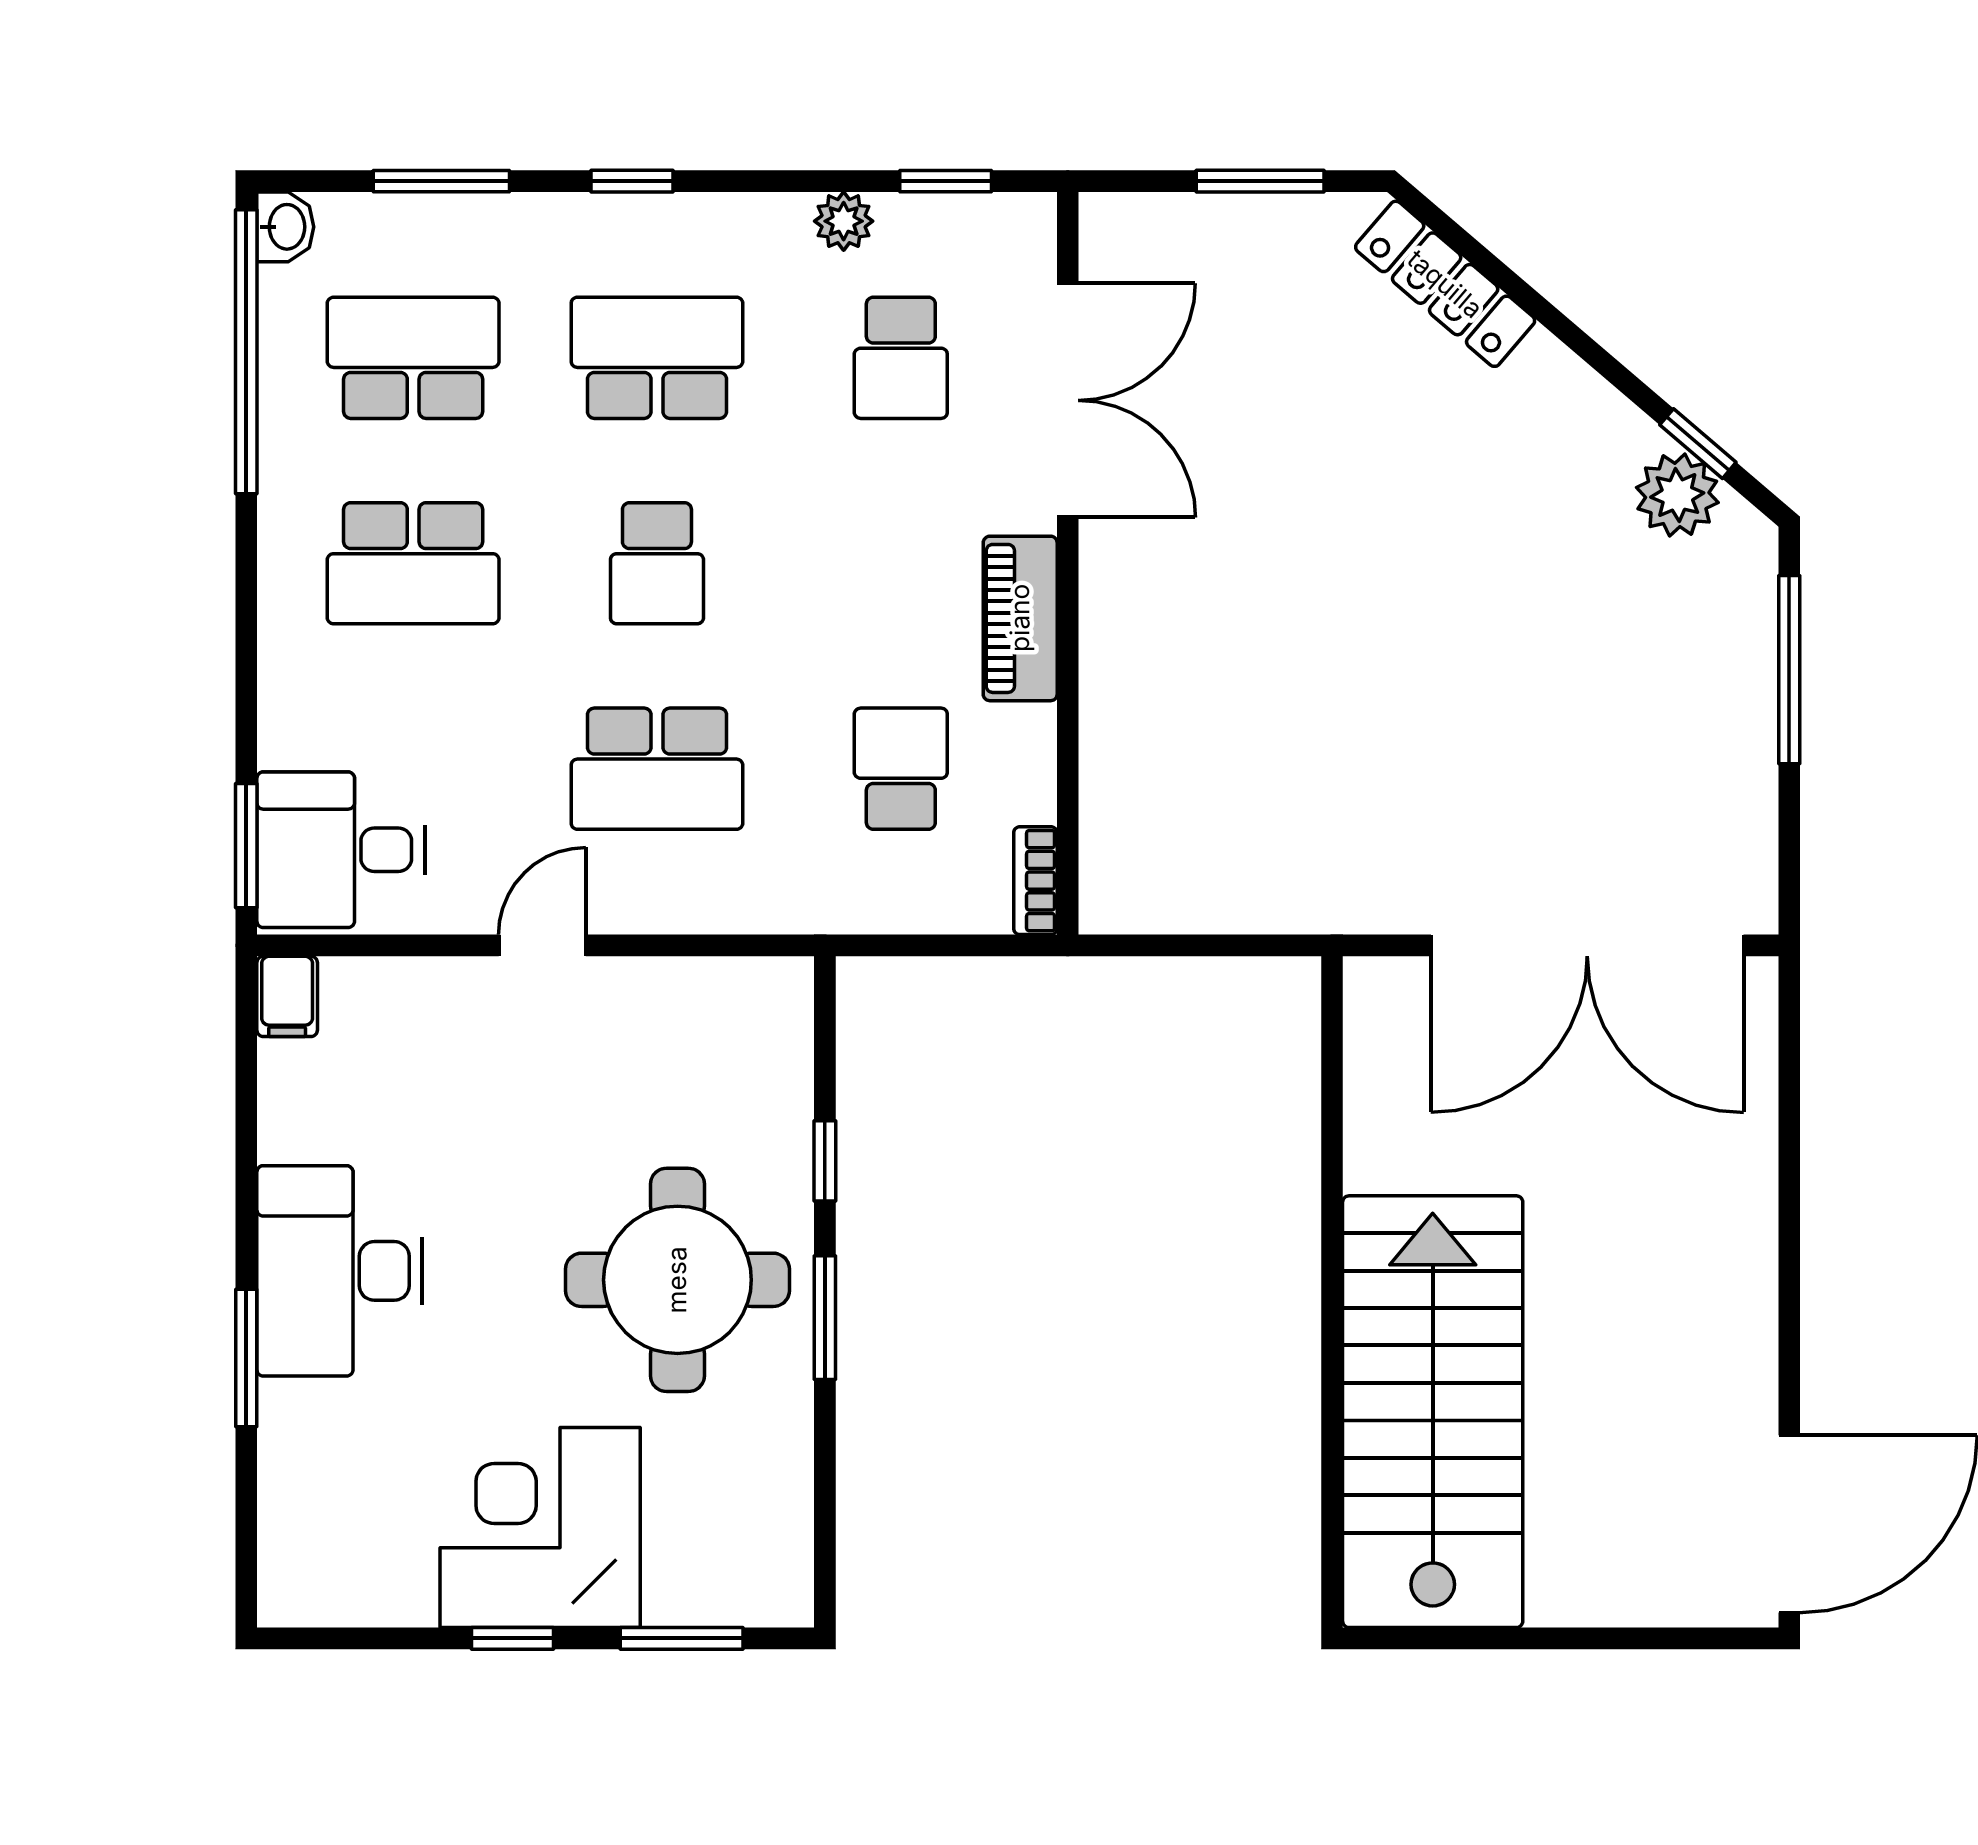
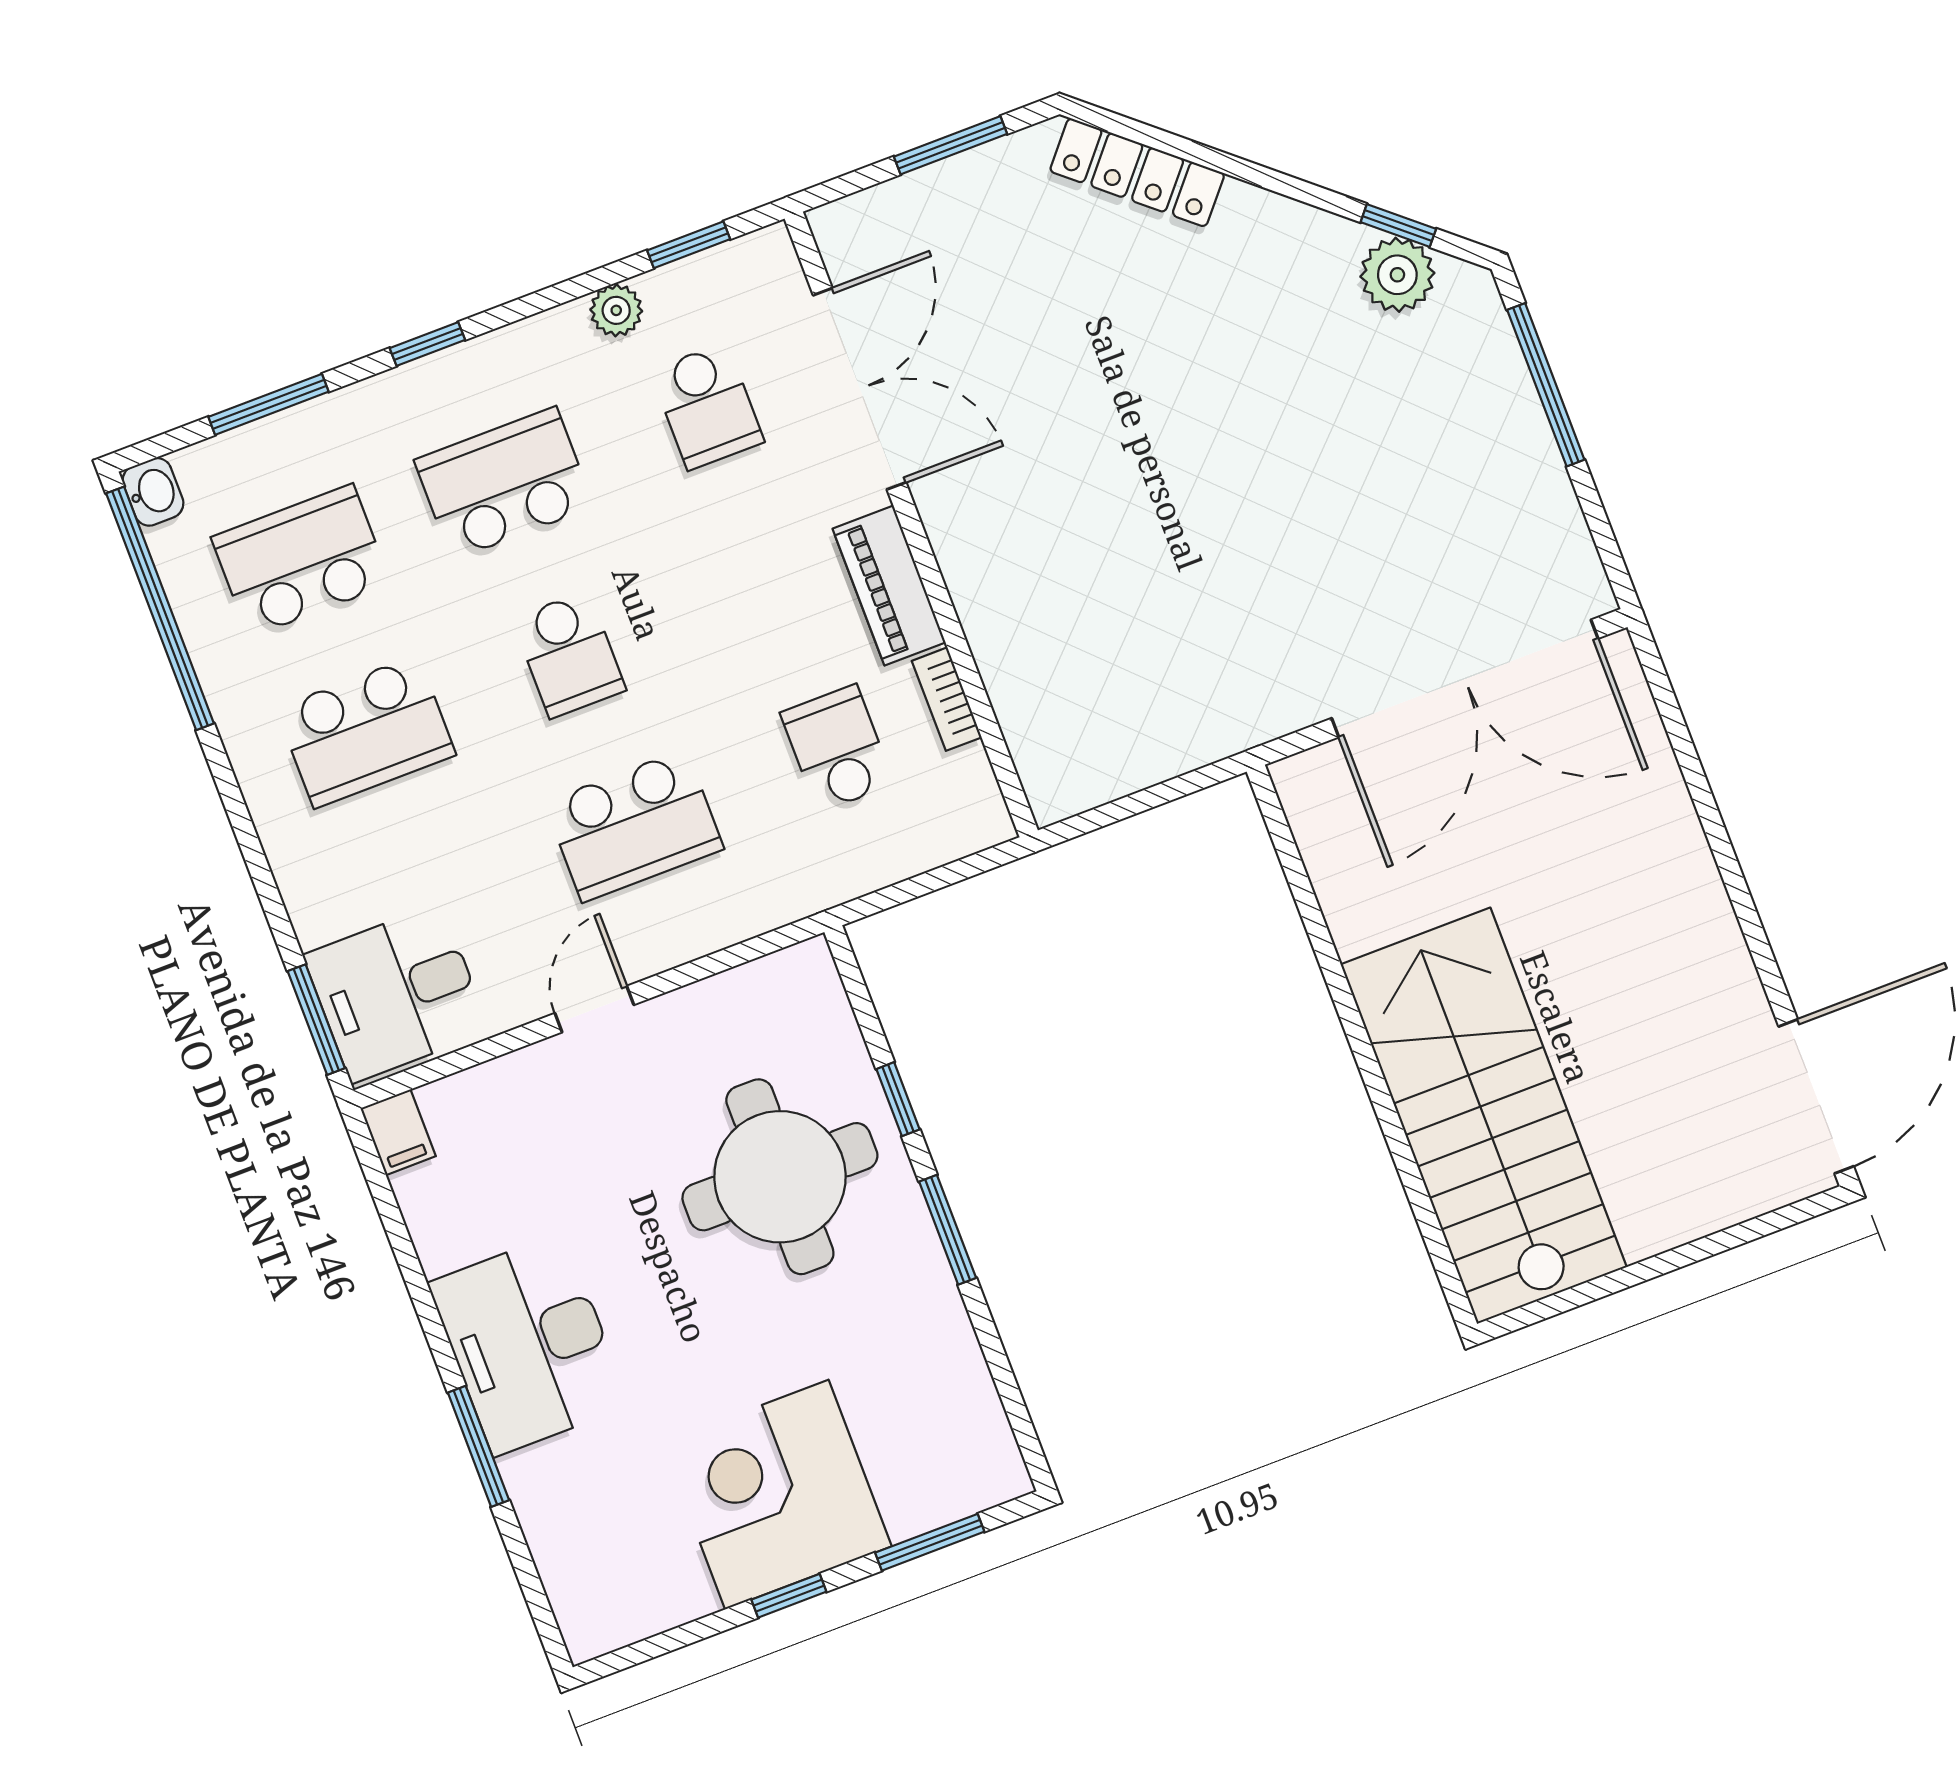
bookcase: (1035, 881) -> (947, 699), moved
round table: (677, 1280) -> (780, 1177), moved

